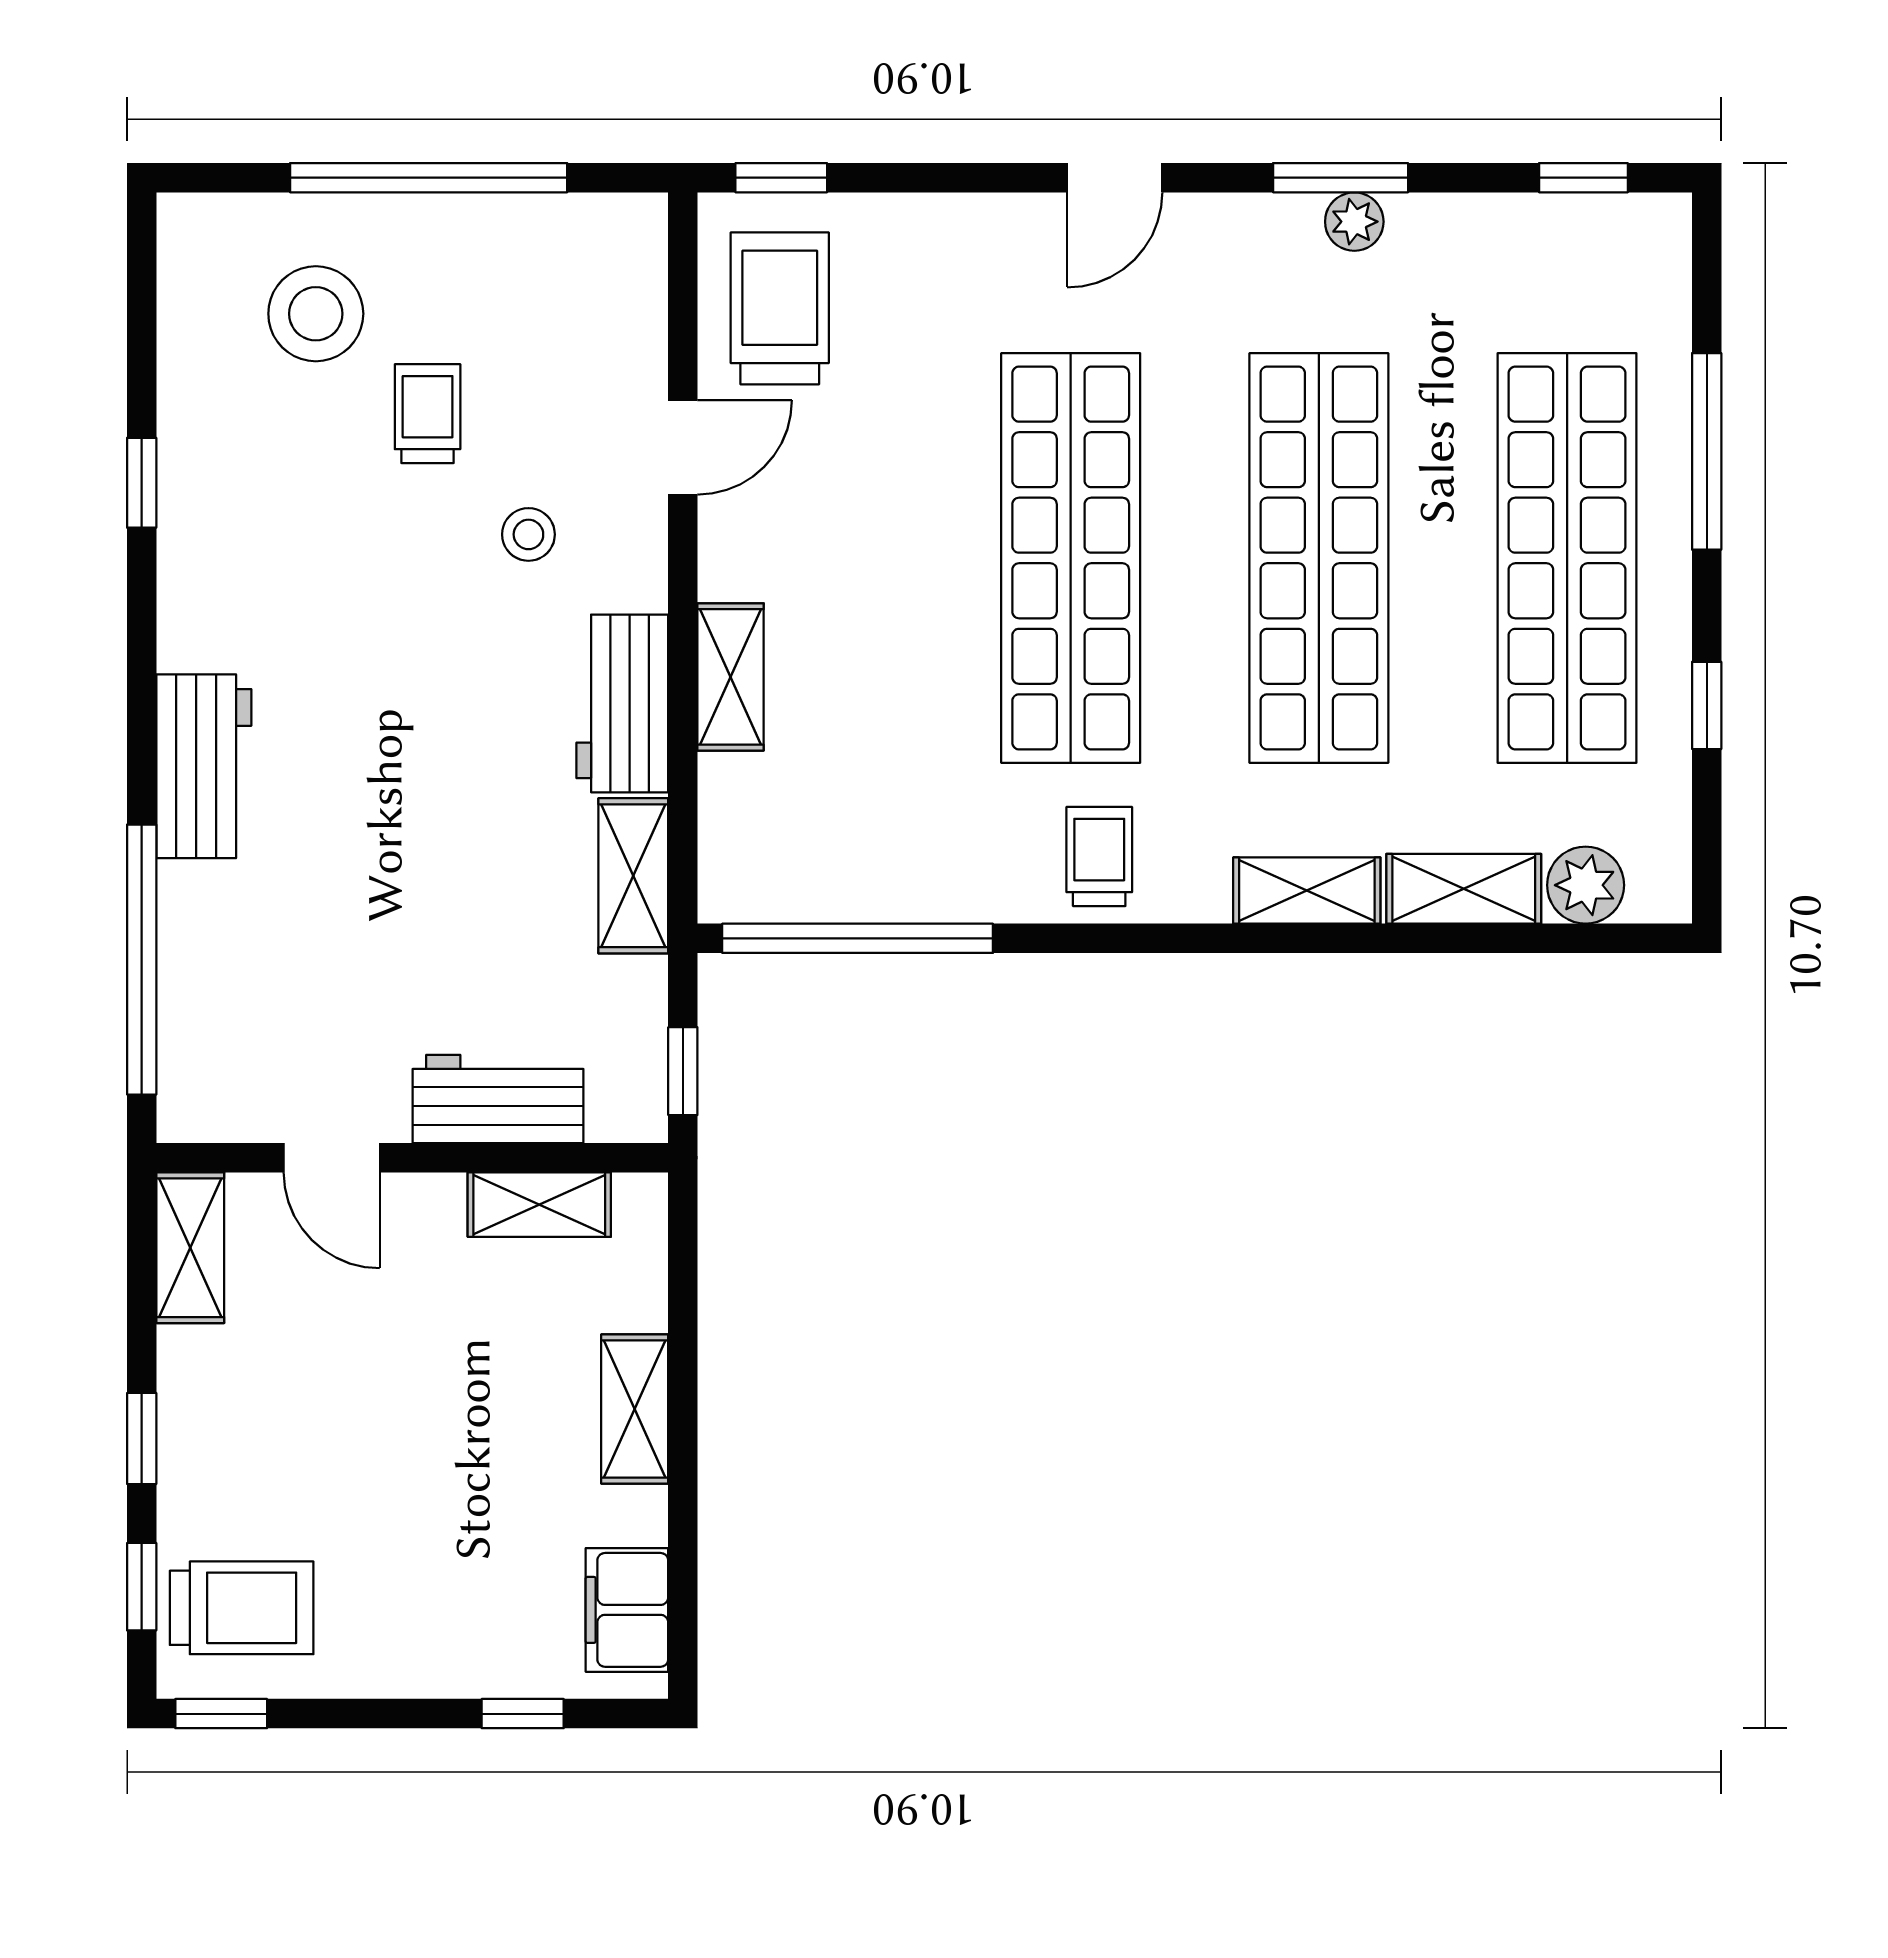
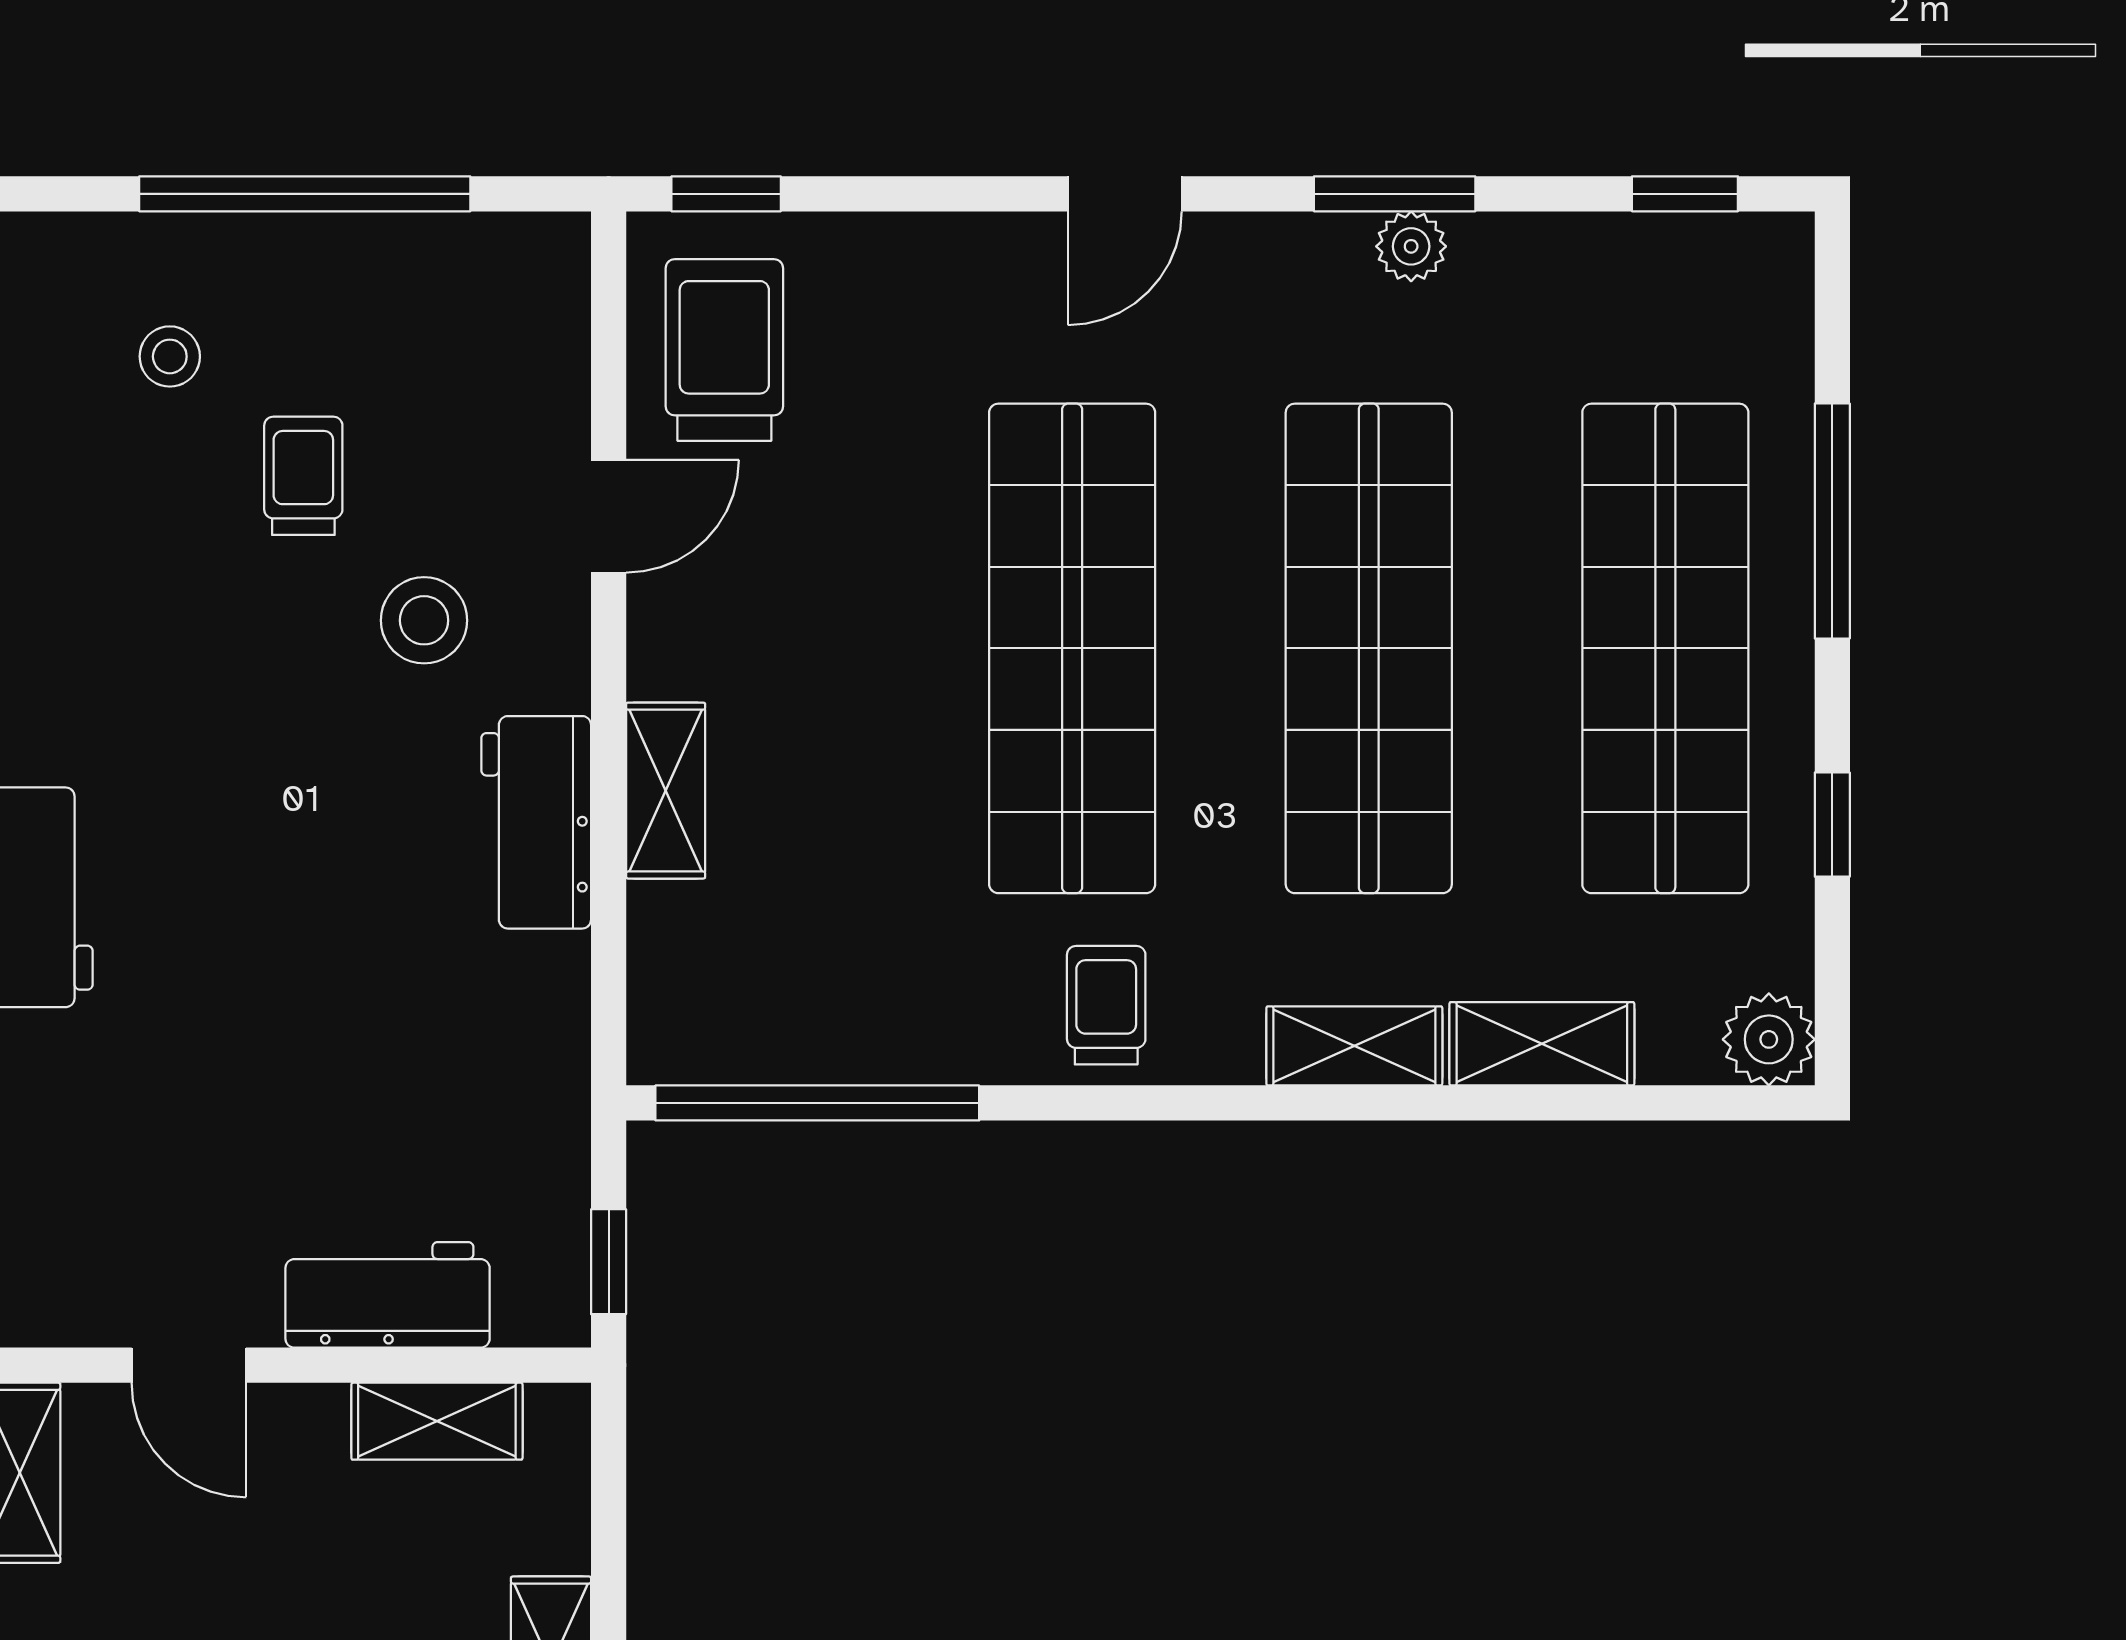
stool: (316, 314) -> (170, 356), width x0.53, depth x0.53
stool: (528, 534) -> (424, 620), width x1.37, depth x1.37
shelving: (633, 876) -> (549, 1028), removed
plant: (1586, 885) -> (1769, 1039), moved

